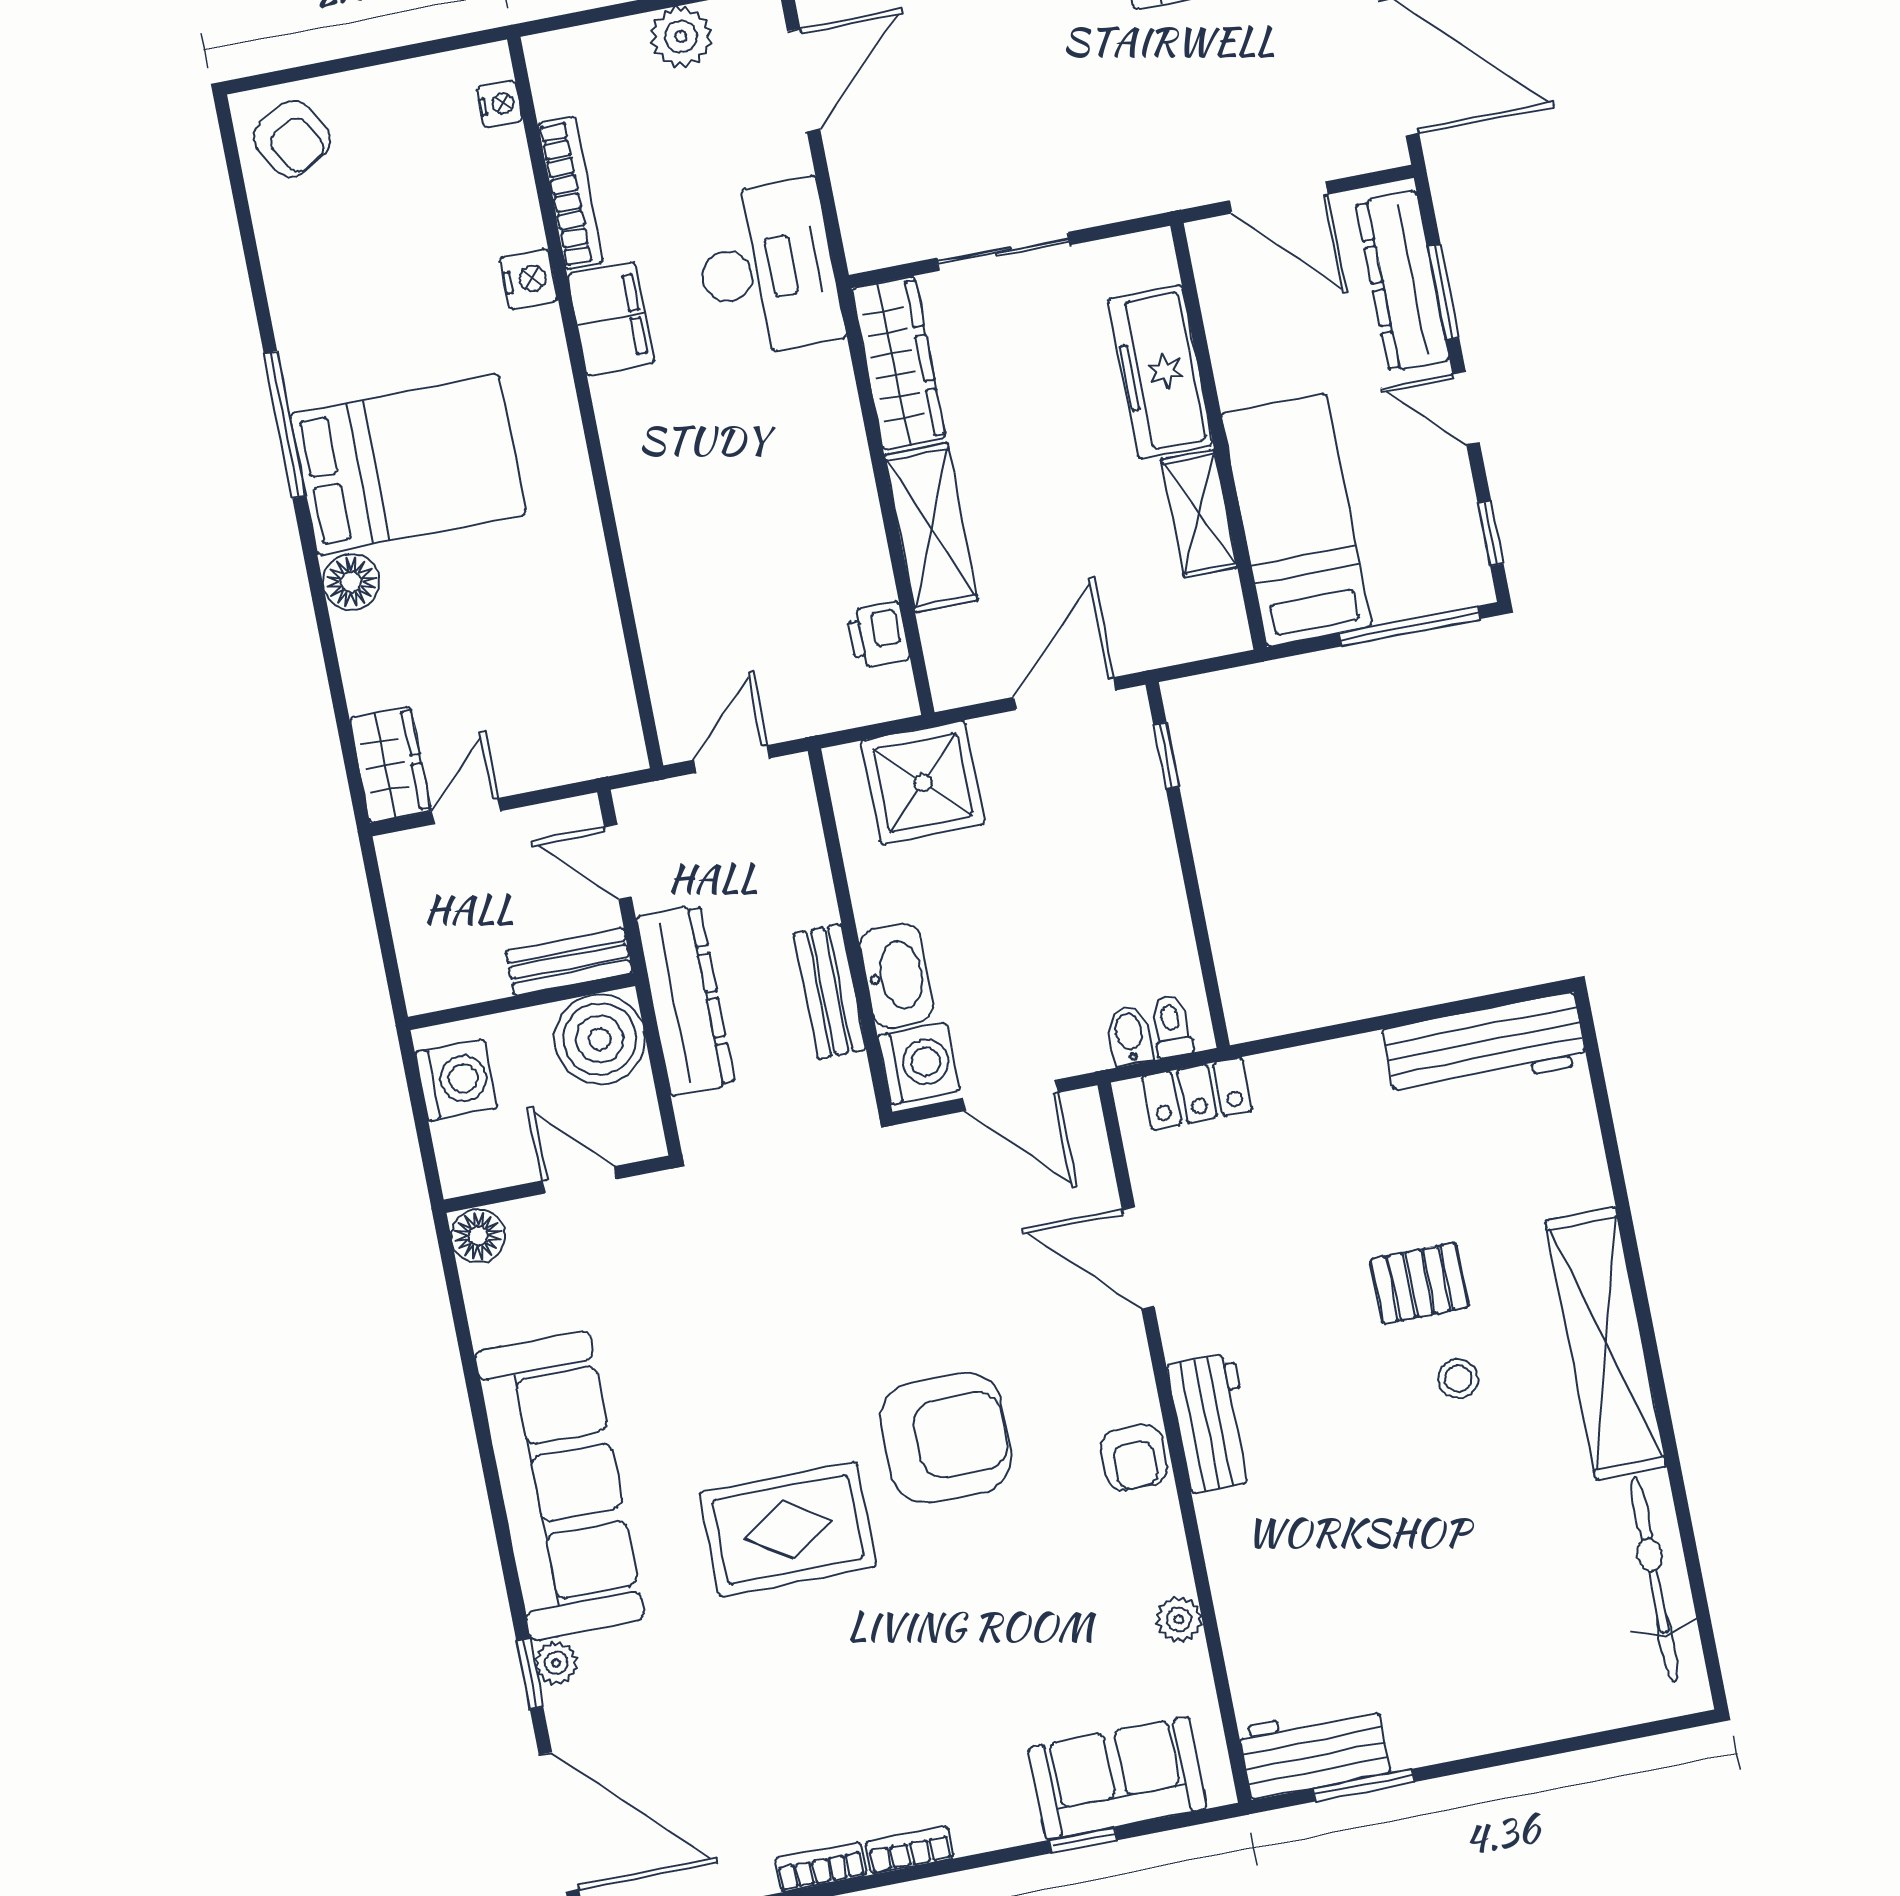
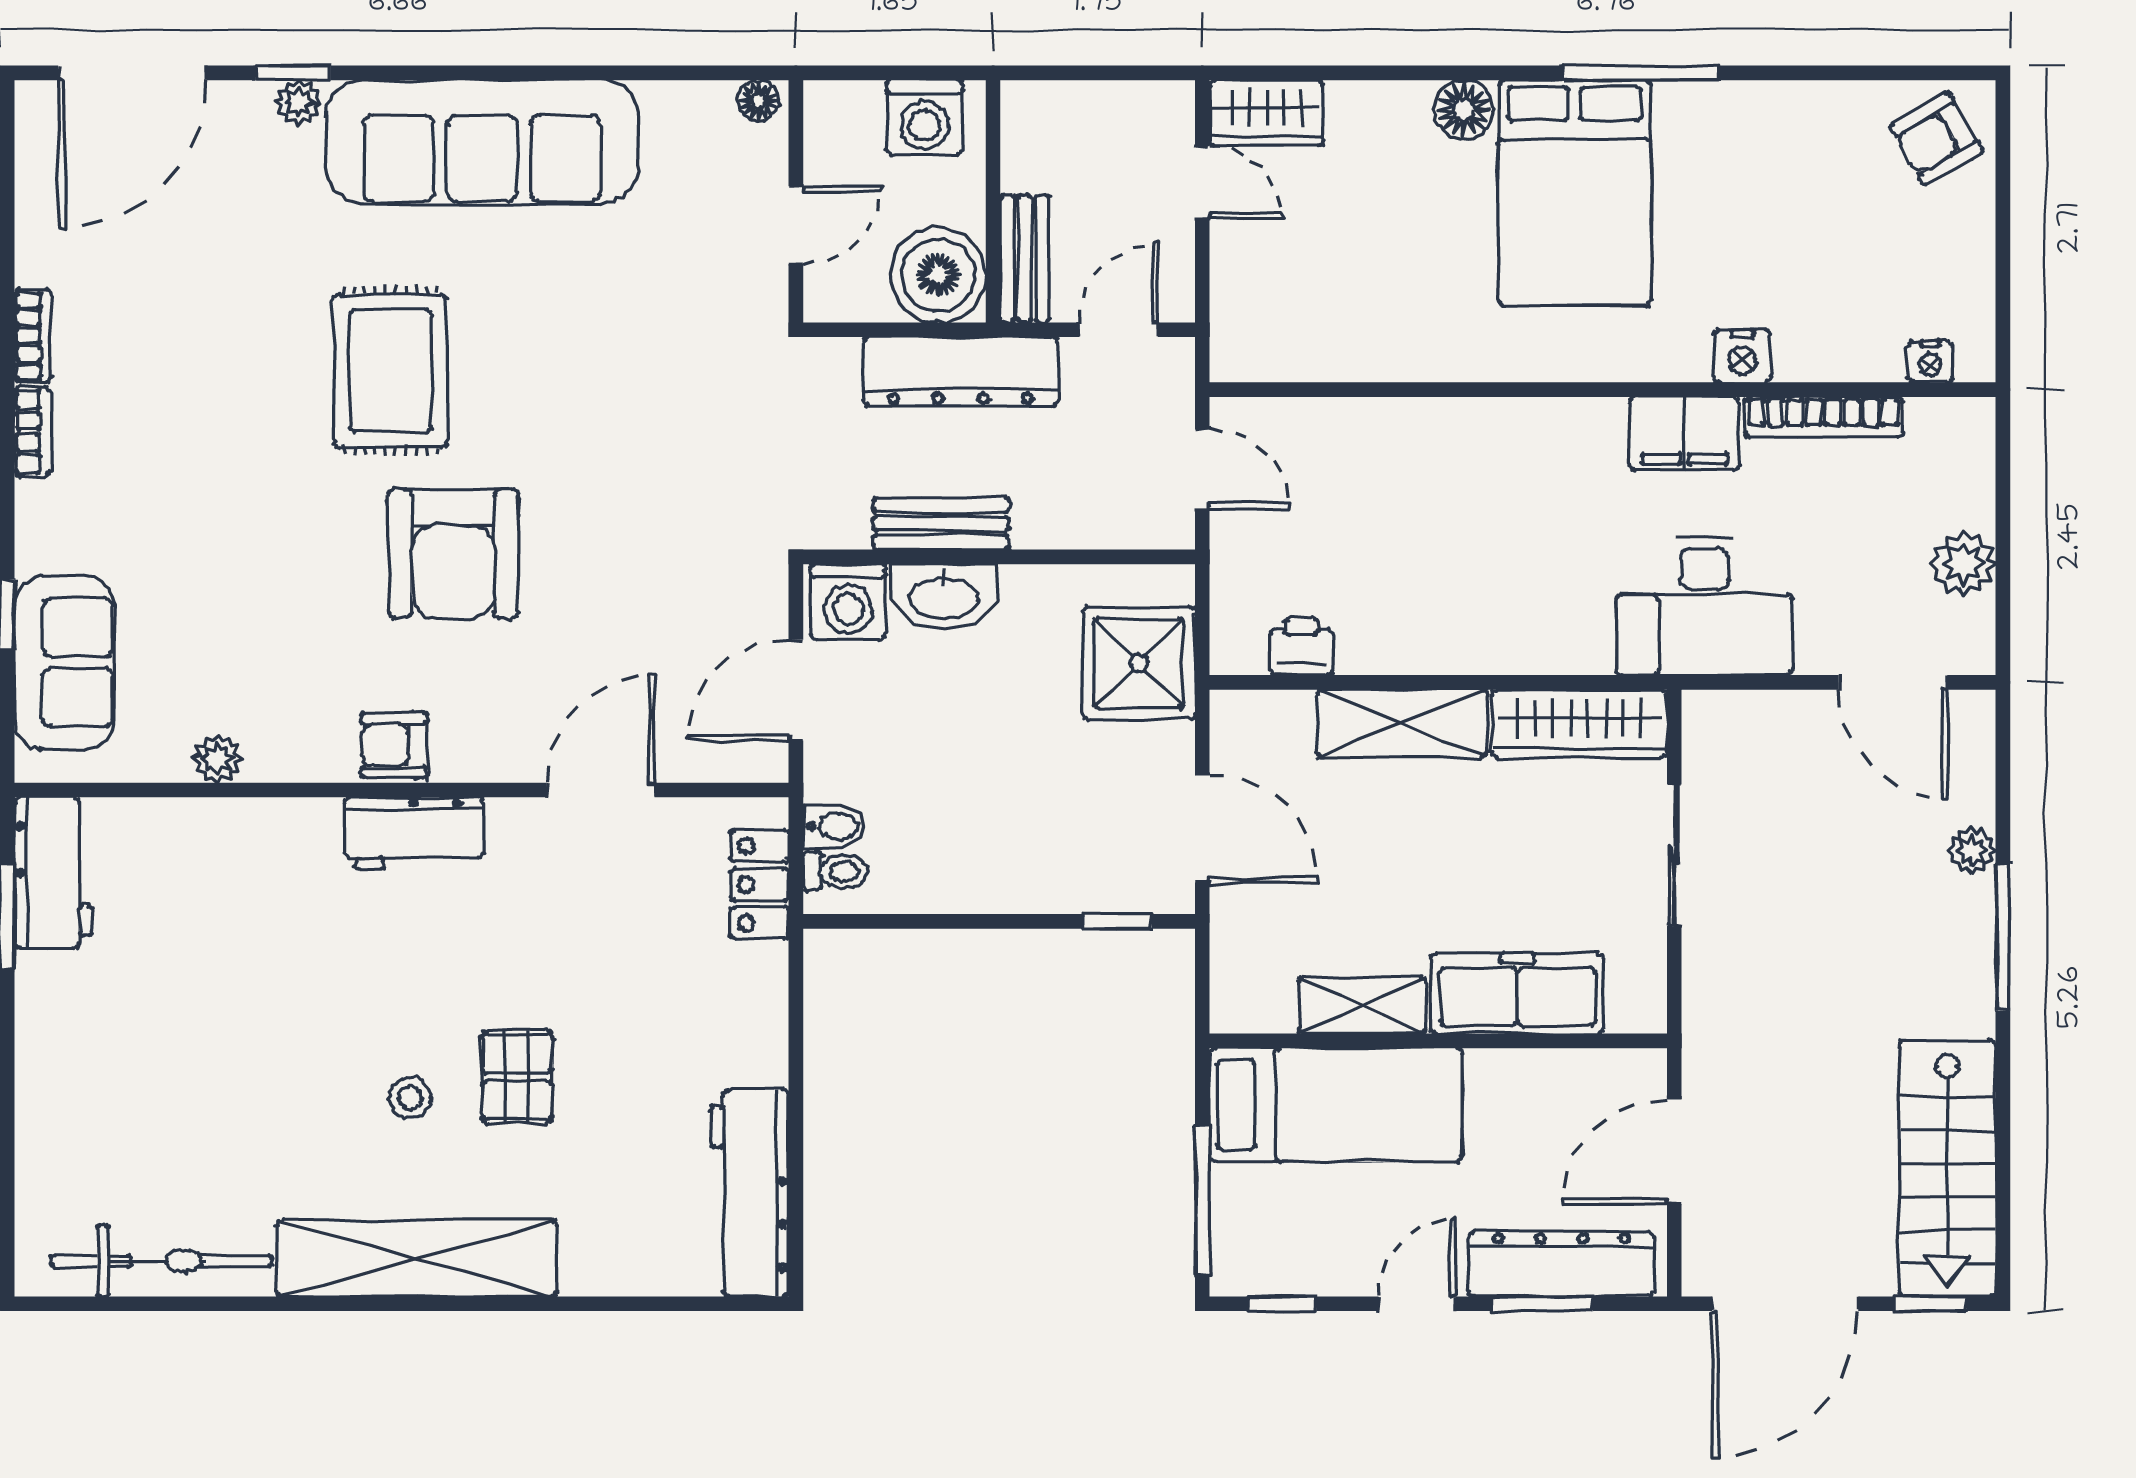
floor lamp: (478, 1236) -> (759, 101), width x0.73, depth x0.73

